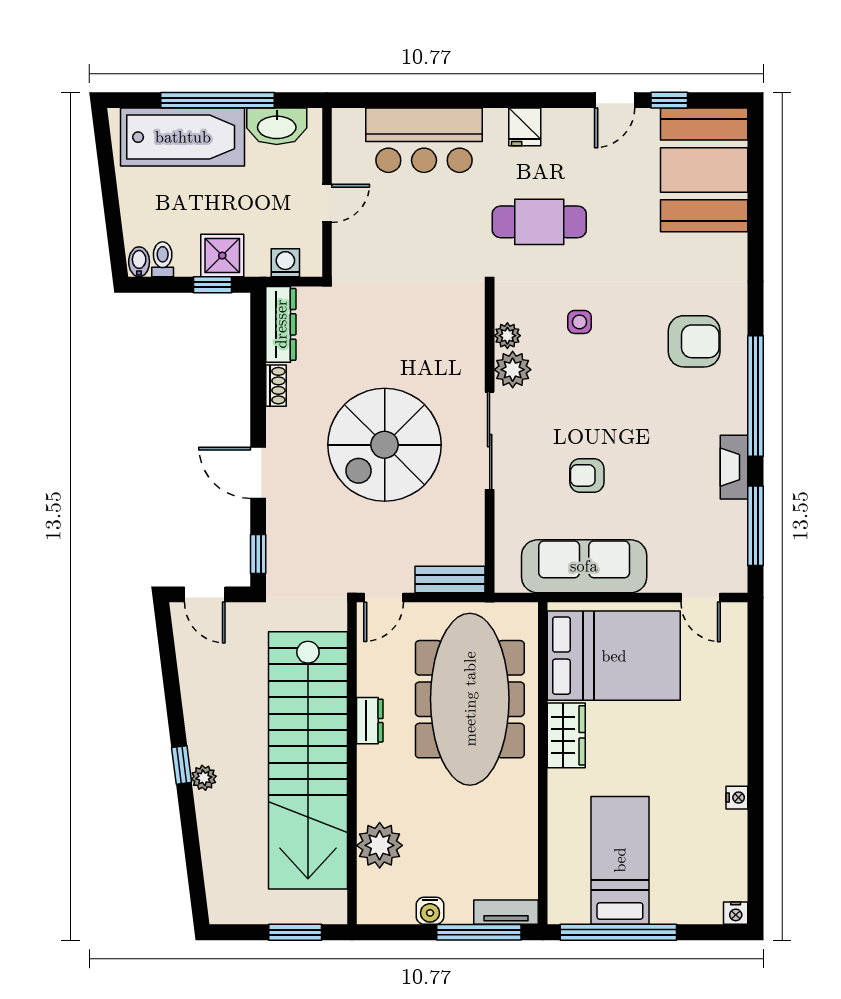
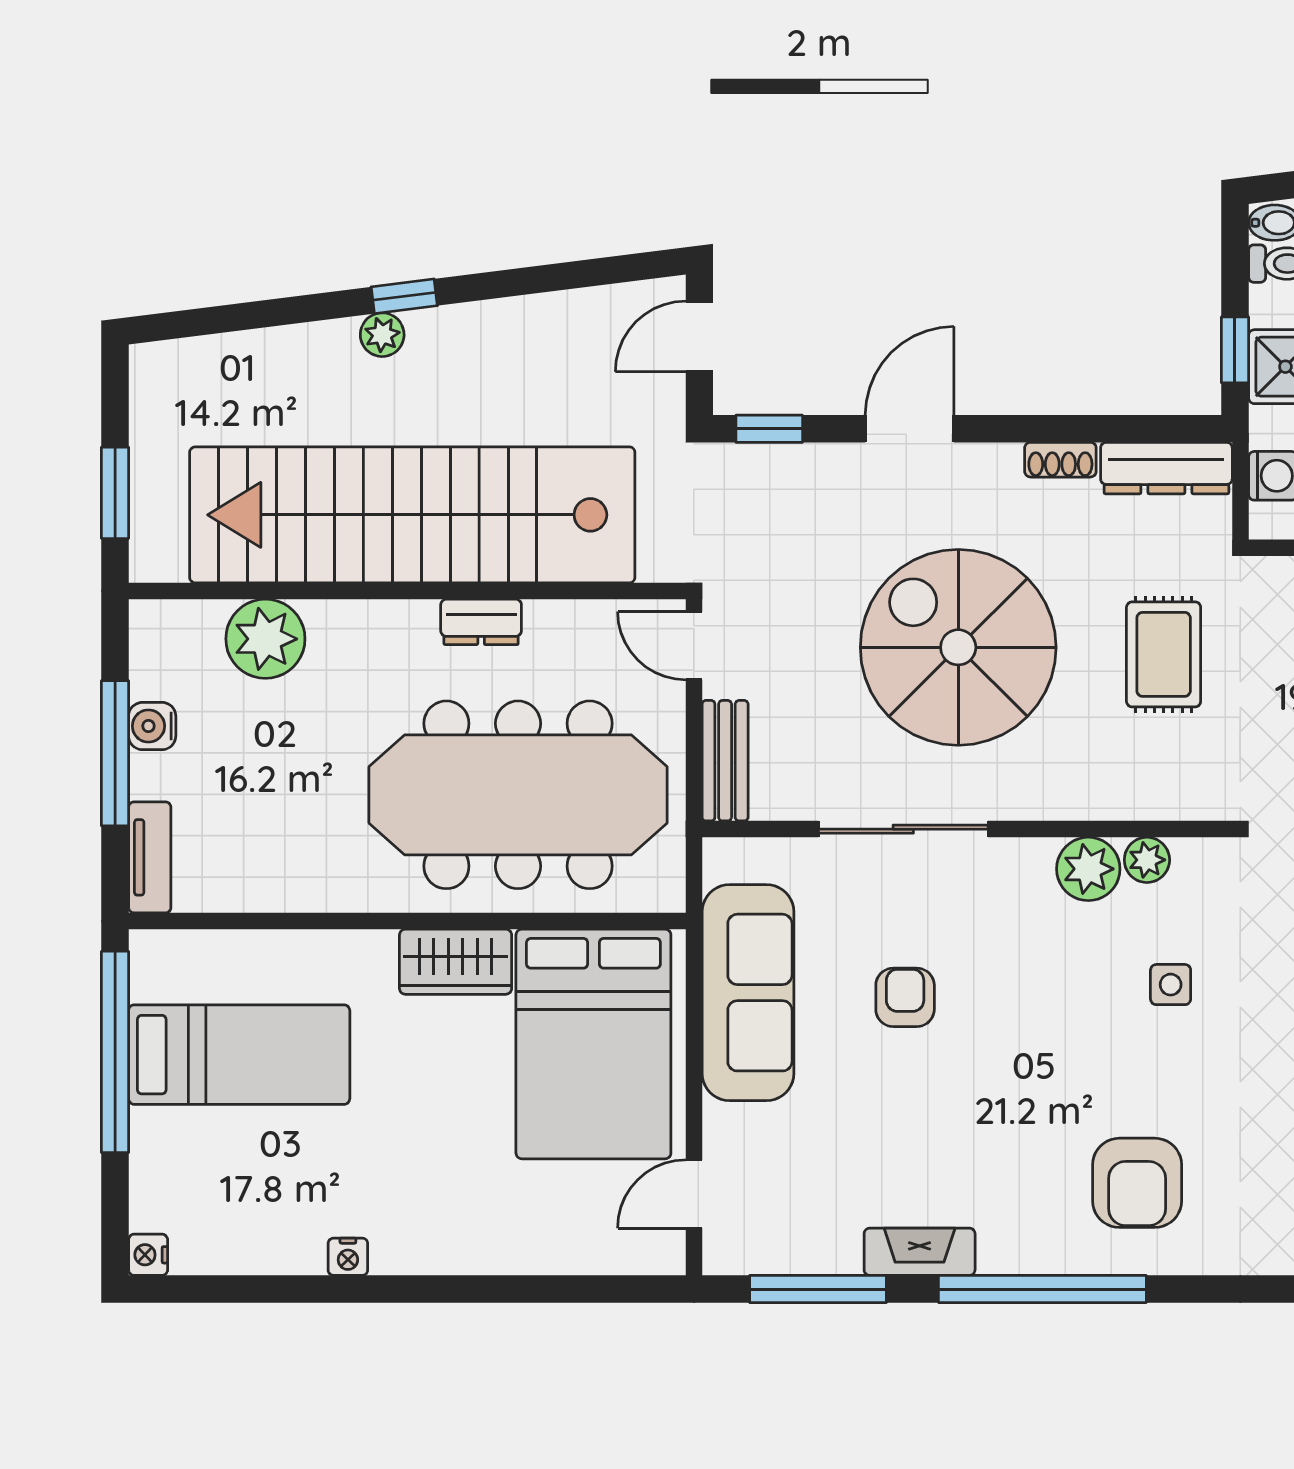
rug: (389, 326) -> (1164, 654), added
sliding door: (490, 441) -> (903, 829), moved
window: (479, 932) -> (115, 753), moved

